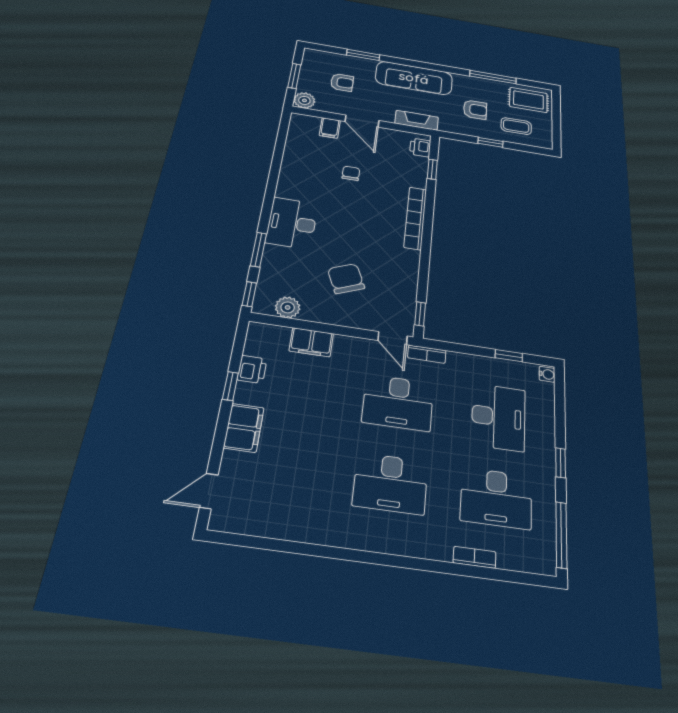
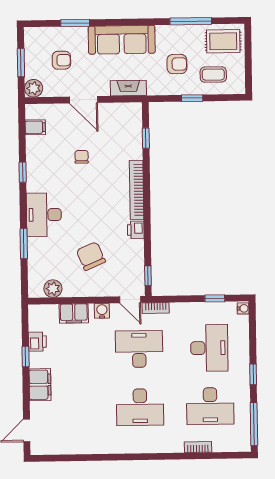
filing cabinet: (330, 128) -> (35, 127), moved, turned -90
printer: (420, 147) -> (136, 230), moved
window: (249, 294) -> (23, 172), moved
water cooler: (352, 345) -> (102, 311), added
desk: (398, 403) -> (139, 349), turned 180

